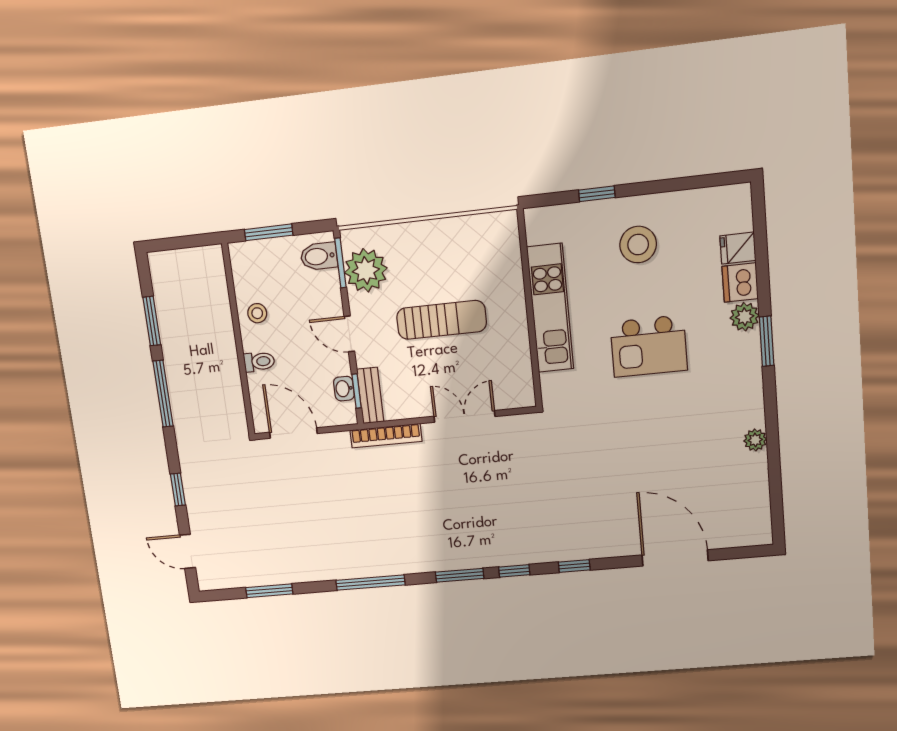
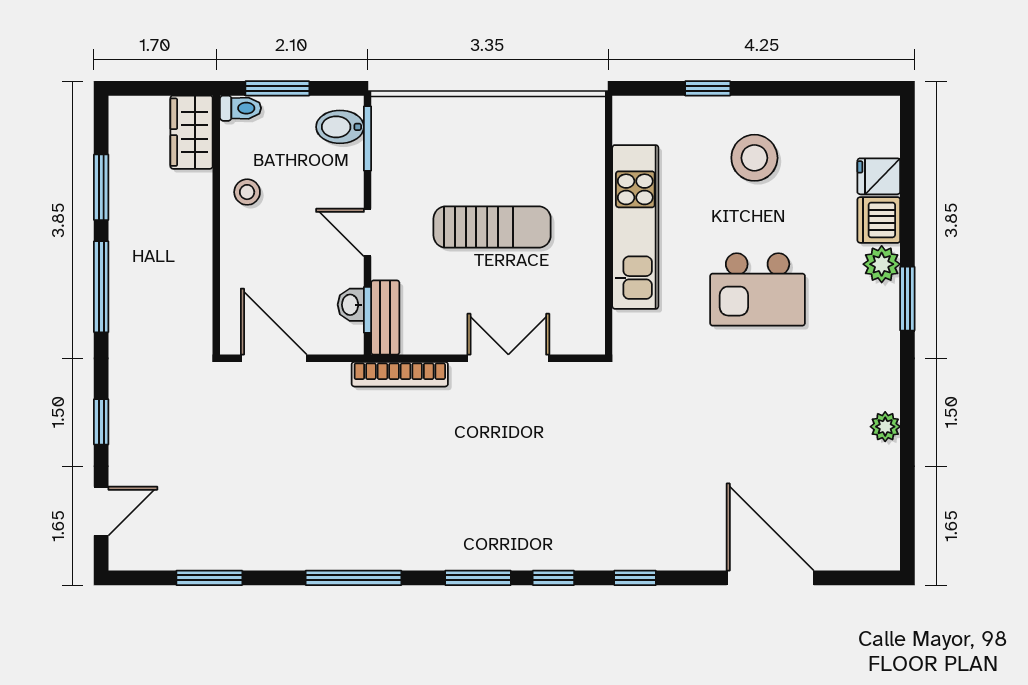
plant: (366, 270) -> (400, 152), removed
wardrobe: (210, 273) -> (192, 132), added
toilet: (259, 362) -> (240, 108), moved
door: (188, 551) -> (101, 511), swing flipped

